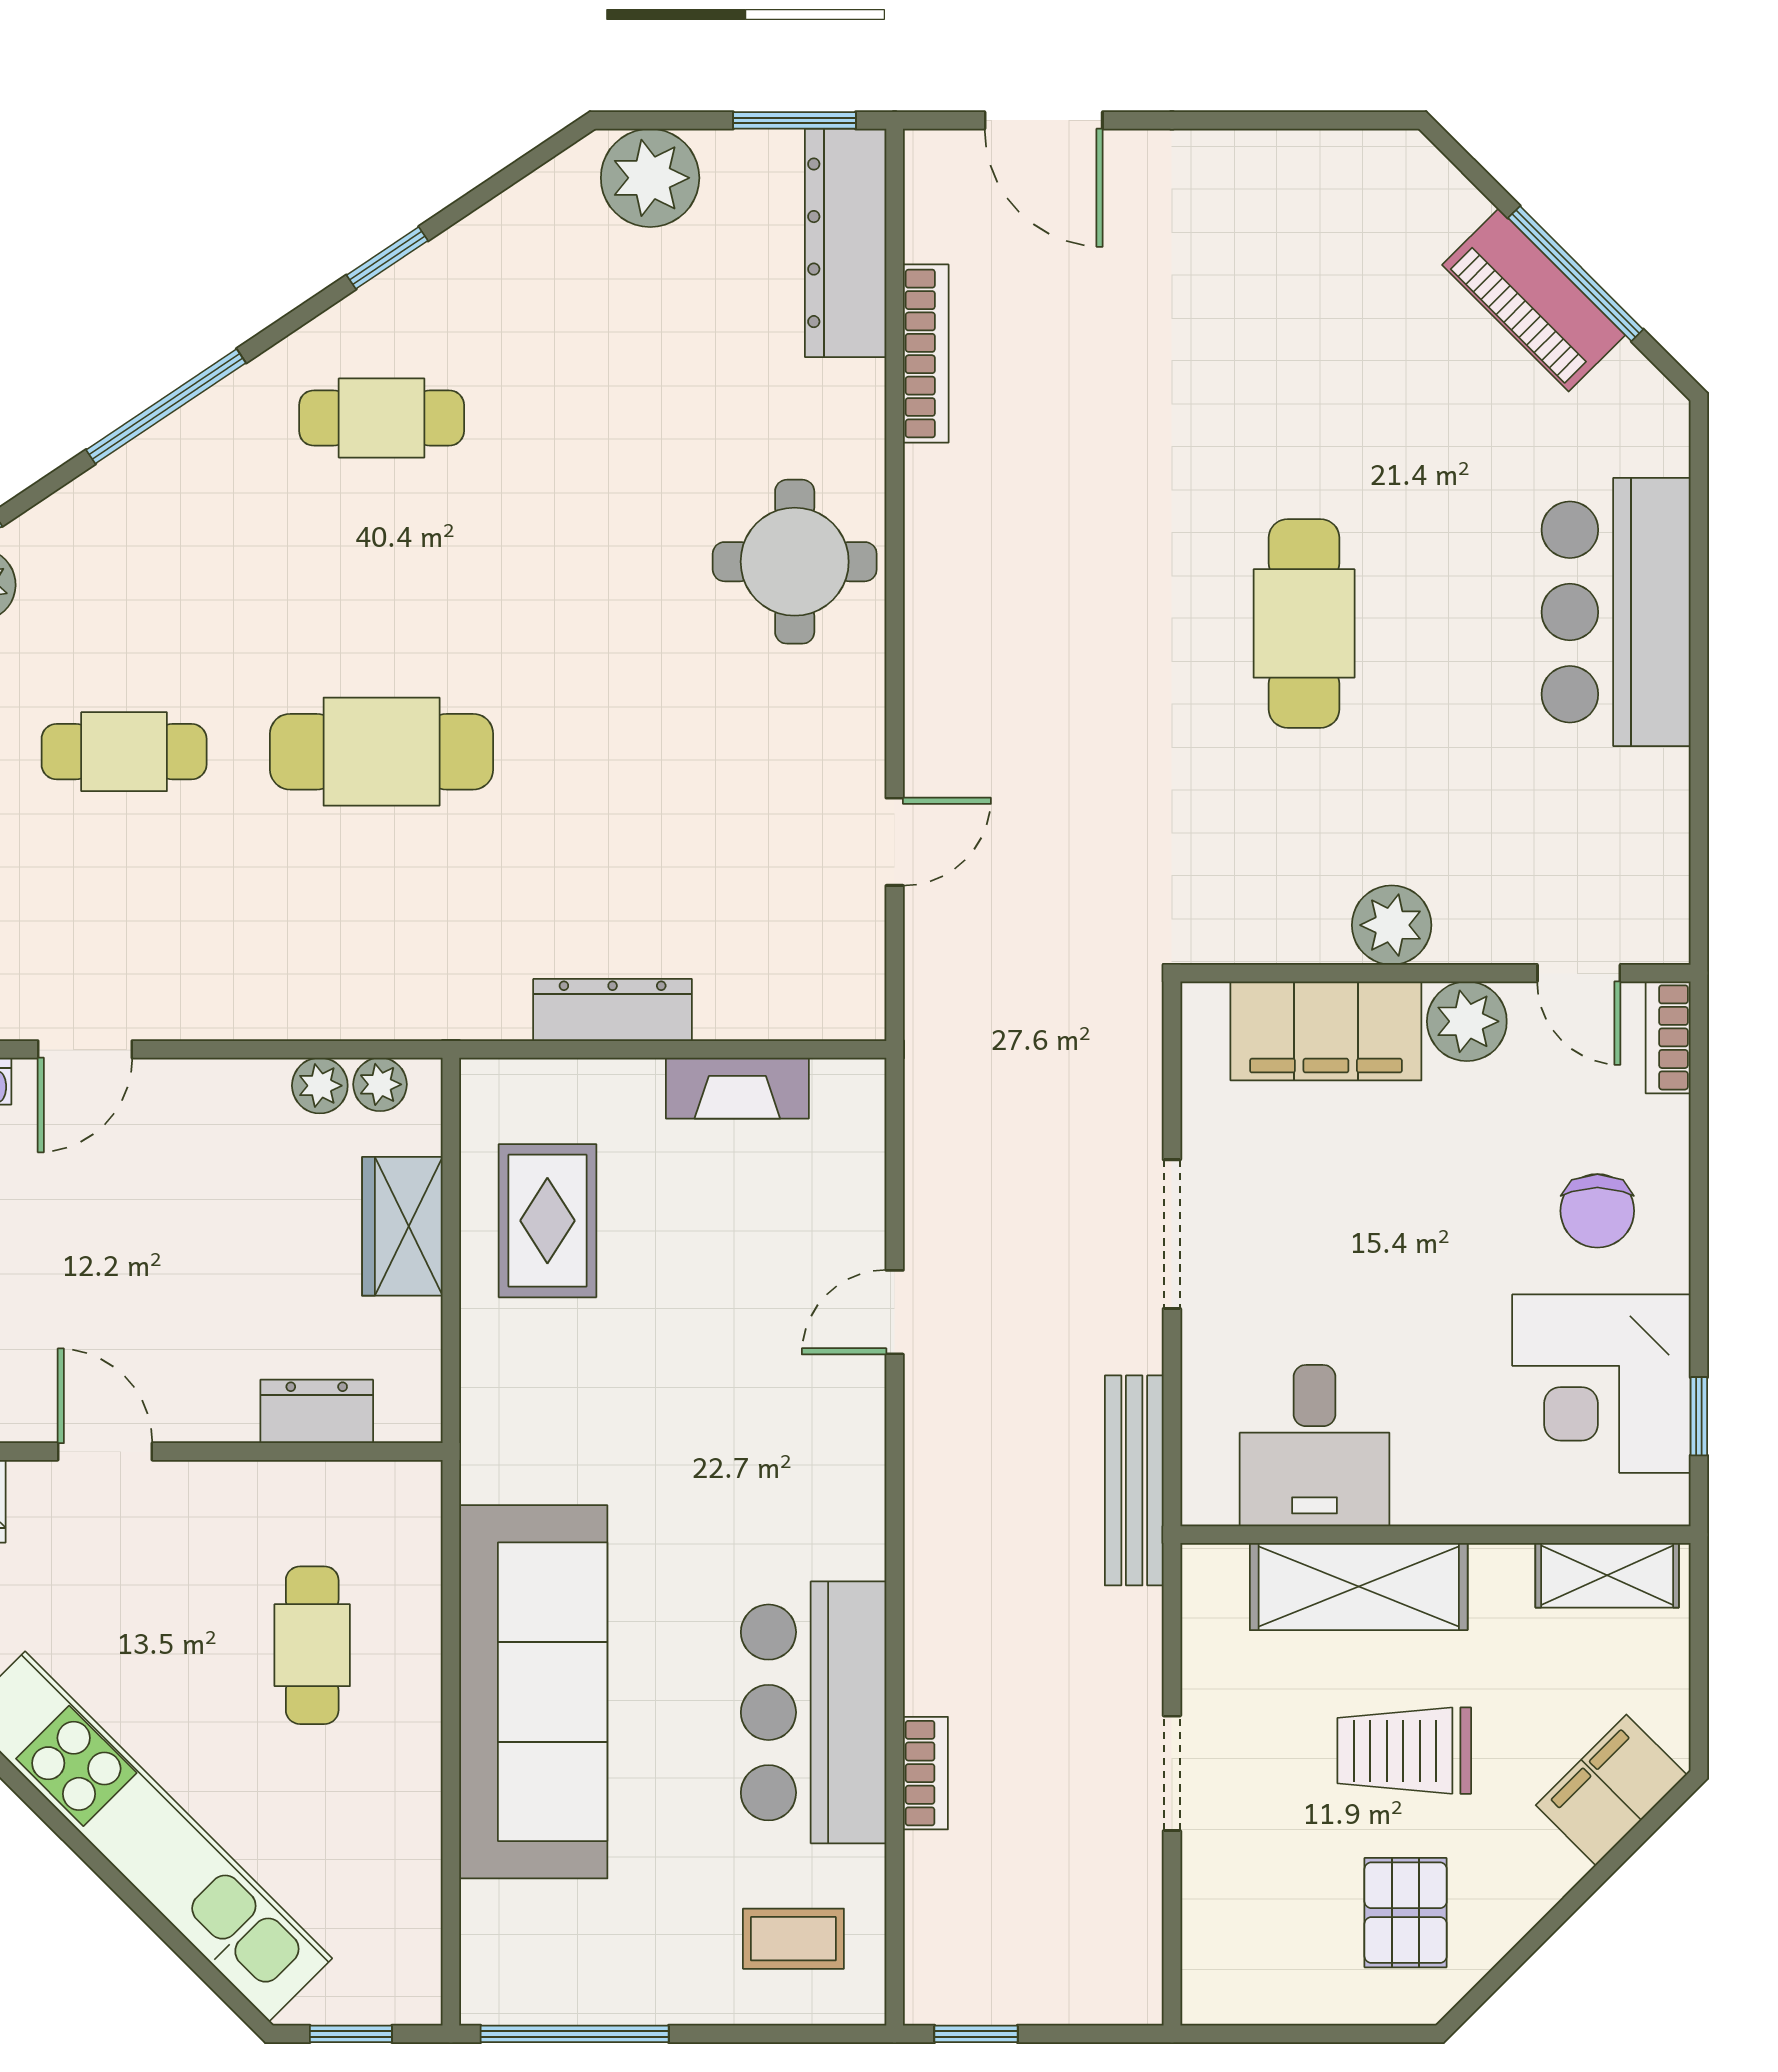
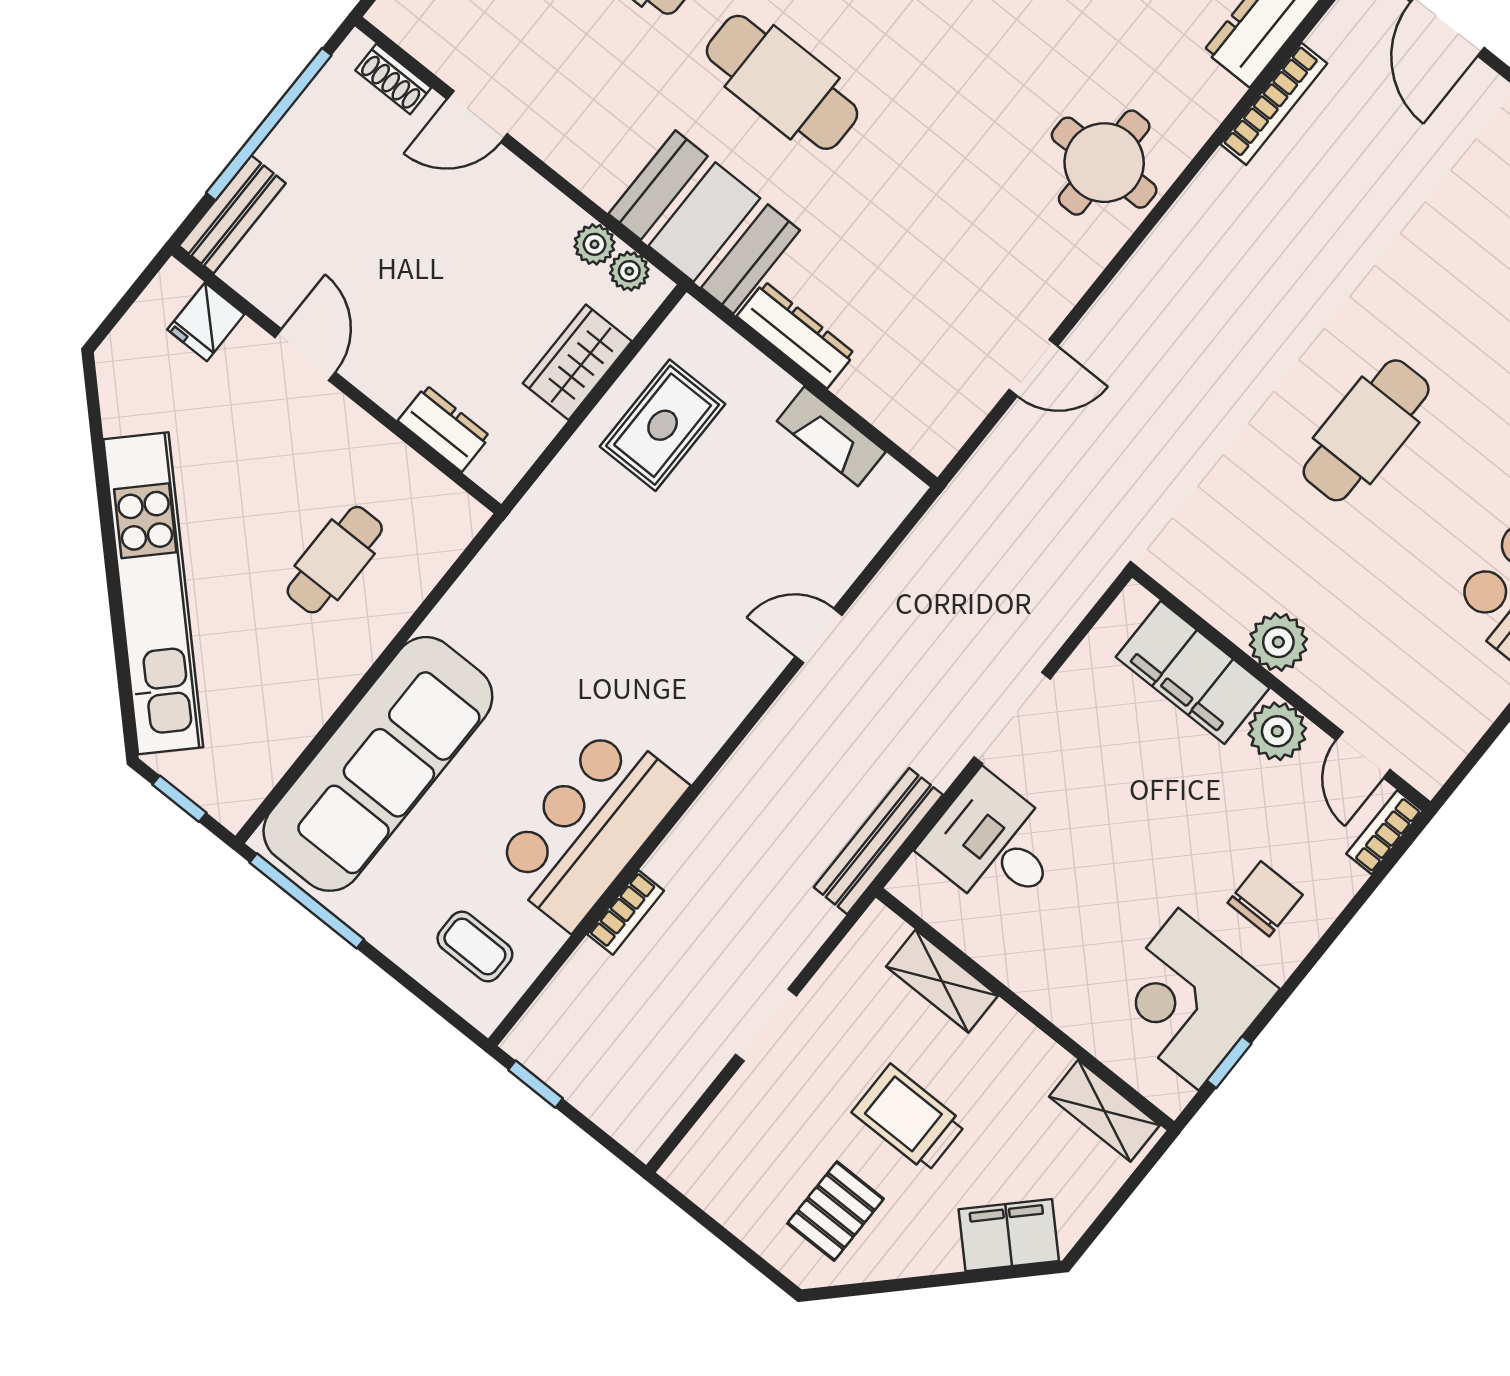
booth: (418, 968) -> (704, 222), added
chair: (1597, 1211) -> (1265, 899), turned 180
desk: (1315, 1446) -> (994, 845), moved, turned 90
shelving: (1359, 1586) -> (942, 981), width x0.67, depth x0.75
sofa: (533, 1692) -> (378, 764), moved

